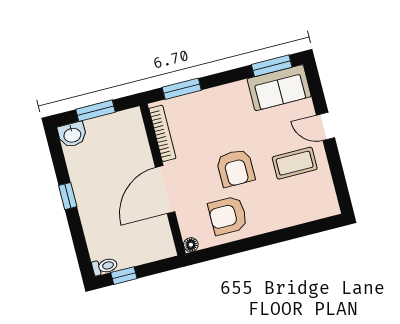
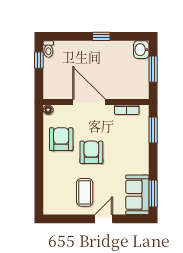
bookcase: (162, 133) -> (127, 110), width x0.64
armchair: (235, 168) -> (91, 152), turned 90

